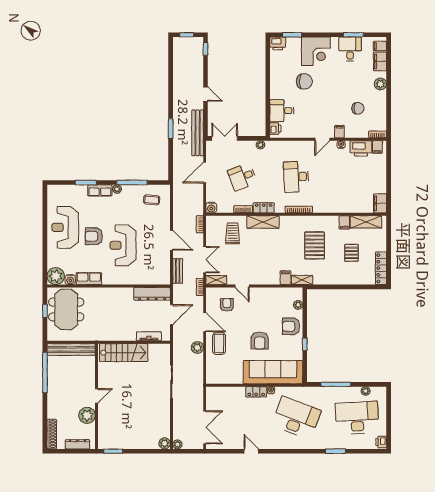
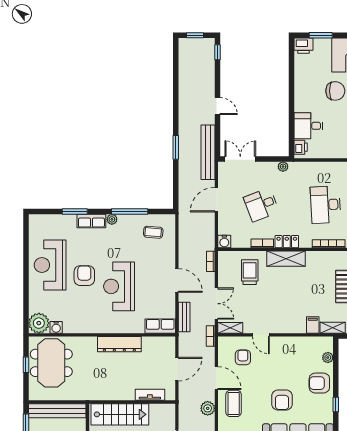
armchair: (94, 236) -> (84, 276), turned 90
row of seats: (89, 279) -> (160, 326), moved
dresser: (152, 294) -> (119, 344), moved

